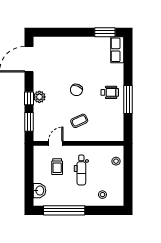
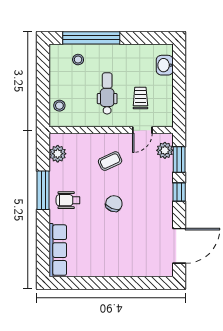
window: (105, 32) -> (75, 283), removed
row of seats: (117, 50) -> (58, 250), width x1.48
plant: (39, 97) -> (165, 150), moved
plant: (117, 126) -> (58, 154), added
window: (64, 210) -> (91, 38), moved

